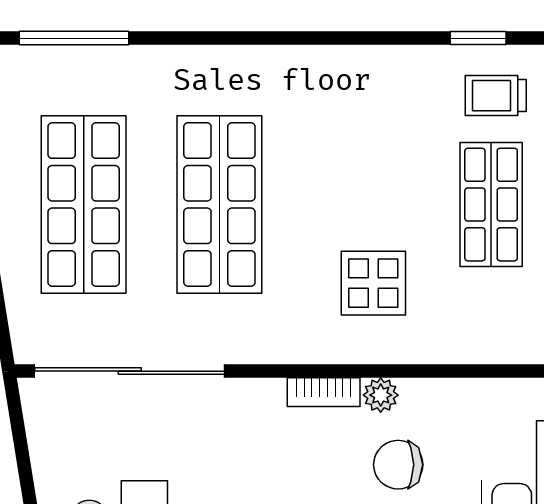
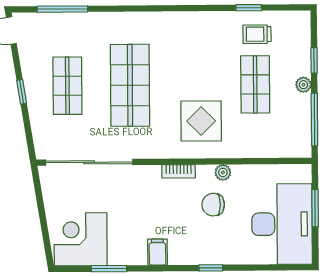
shop shelf: (84, 205) -> (67, 86), width x0.70, depth x0.74
display table: (373, 283) -> (201, 121), width x1.36, depth x1.36
plant: (381, 395) -> (223, 172), moved

